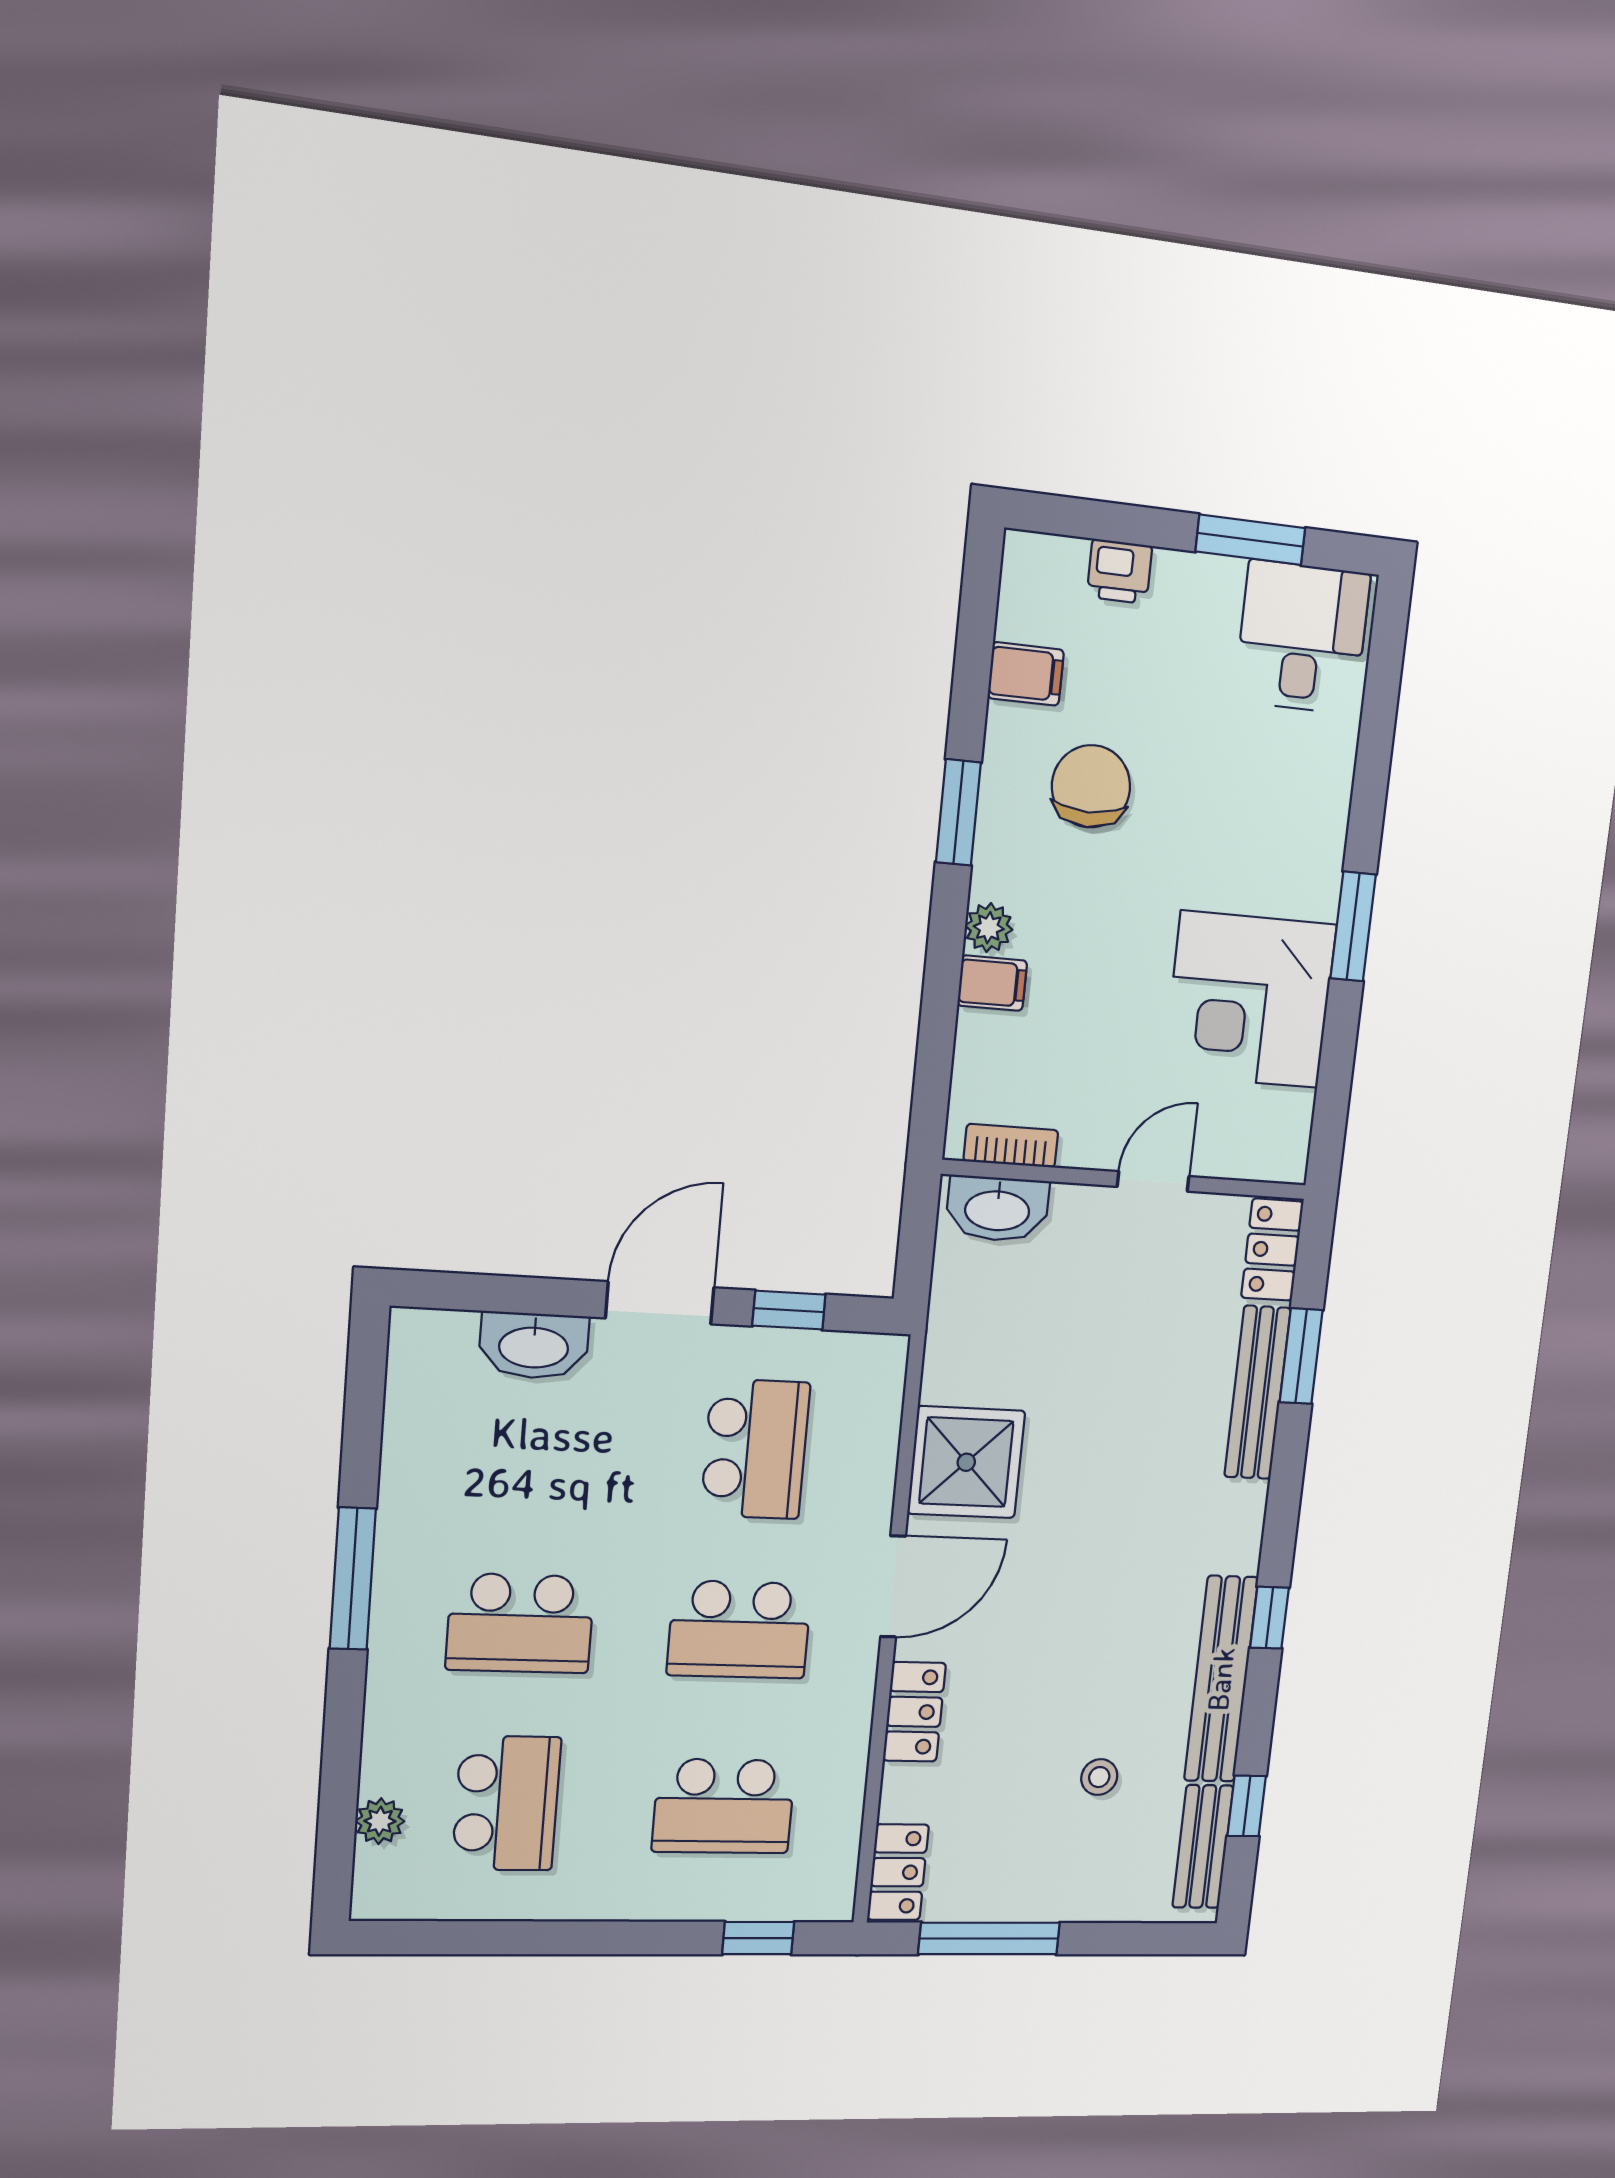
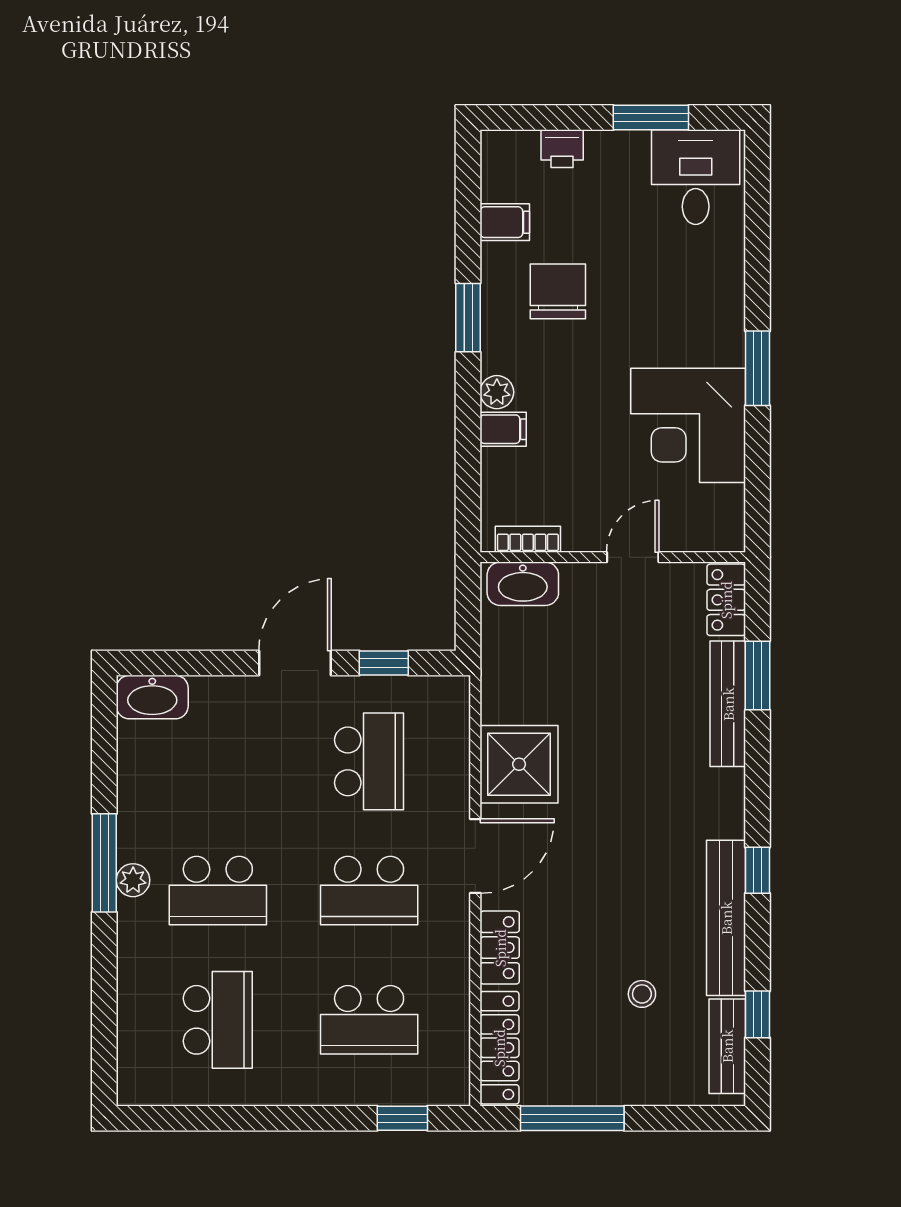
washbasin: (534, 1346) -> (152, 697), moved
plant: (380, 1821) -> (133, 880), moved
locker: (898, 1872) -> (499, 1048), width x1.53

